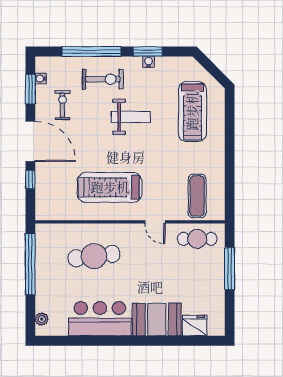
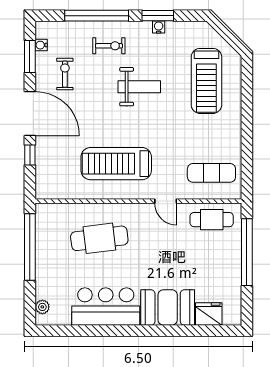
exercise bike: (103, 79) -> (109, 46), width x0.73, depth x0.72
exercise mat: (197, 196) -> (211, 173), turned 90
window: (230, 269) -> (247, 252), width x1.46

